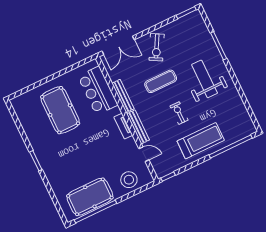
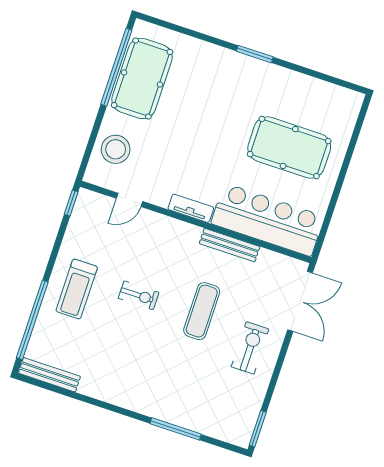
double door: (118, 45) -> (300, 301), swing flipped
exercise bike: (157, 47) -> (250, 348), turned 61
weight bench: (205, 79) -> (151, 370), removed
bar counter: (98, 91) -> (268, 220), width x1.36
bench: (138, 127) -> (50, 375), moved
treadmill: (201, 141) -> (77, 289), width x0.73, depth x0.73

